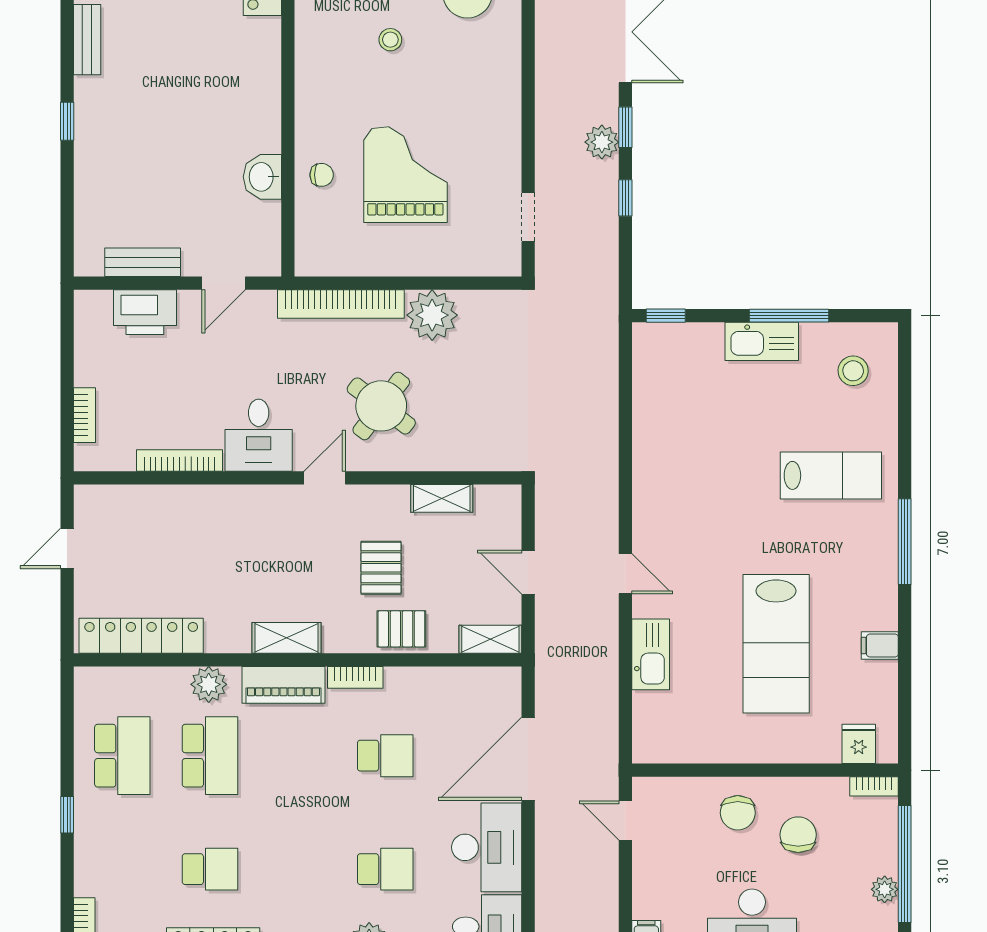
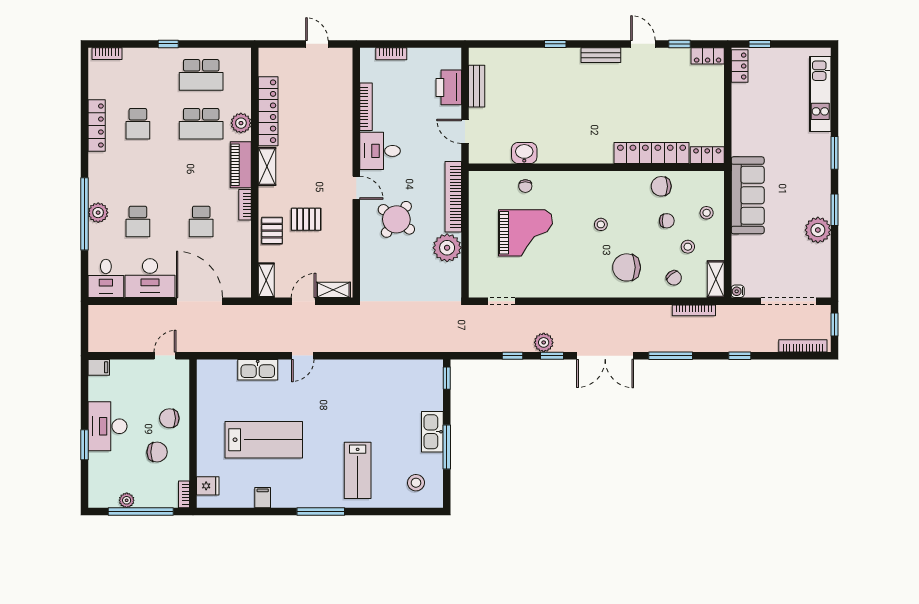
shelving: (442, 498) -> (333, 290), moved, turned 90
locker: (141, 636) -> (268, 111), moved
lab bench: (776, 644) -> (264, 440), turned 180

